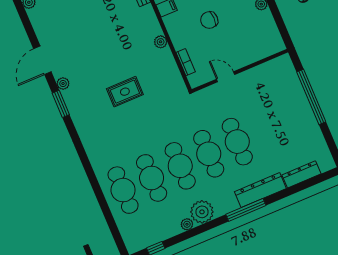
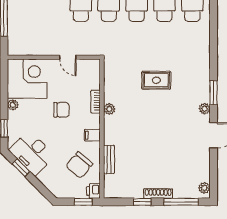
corner desk: (258, 37) -> (27, 79), added
bookcase: (186, 62) -> (96, 102), moved

